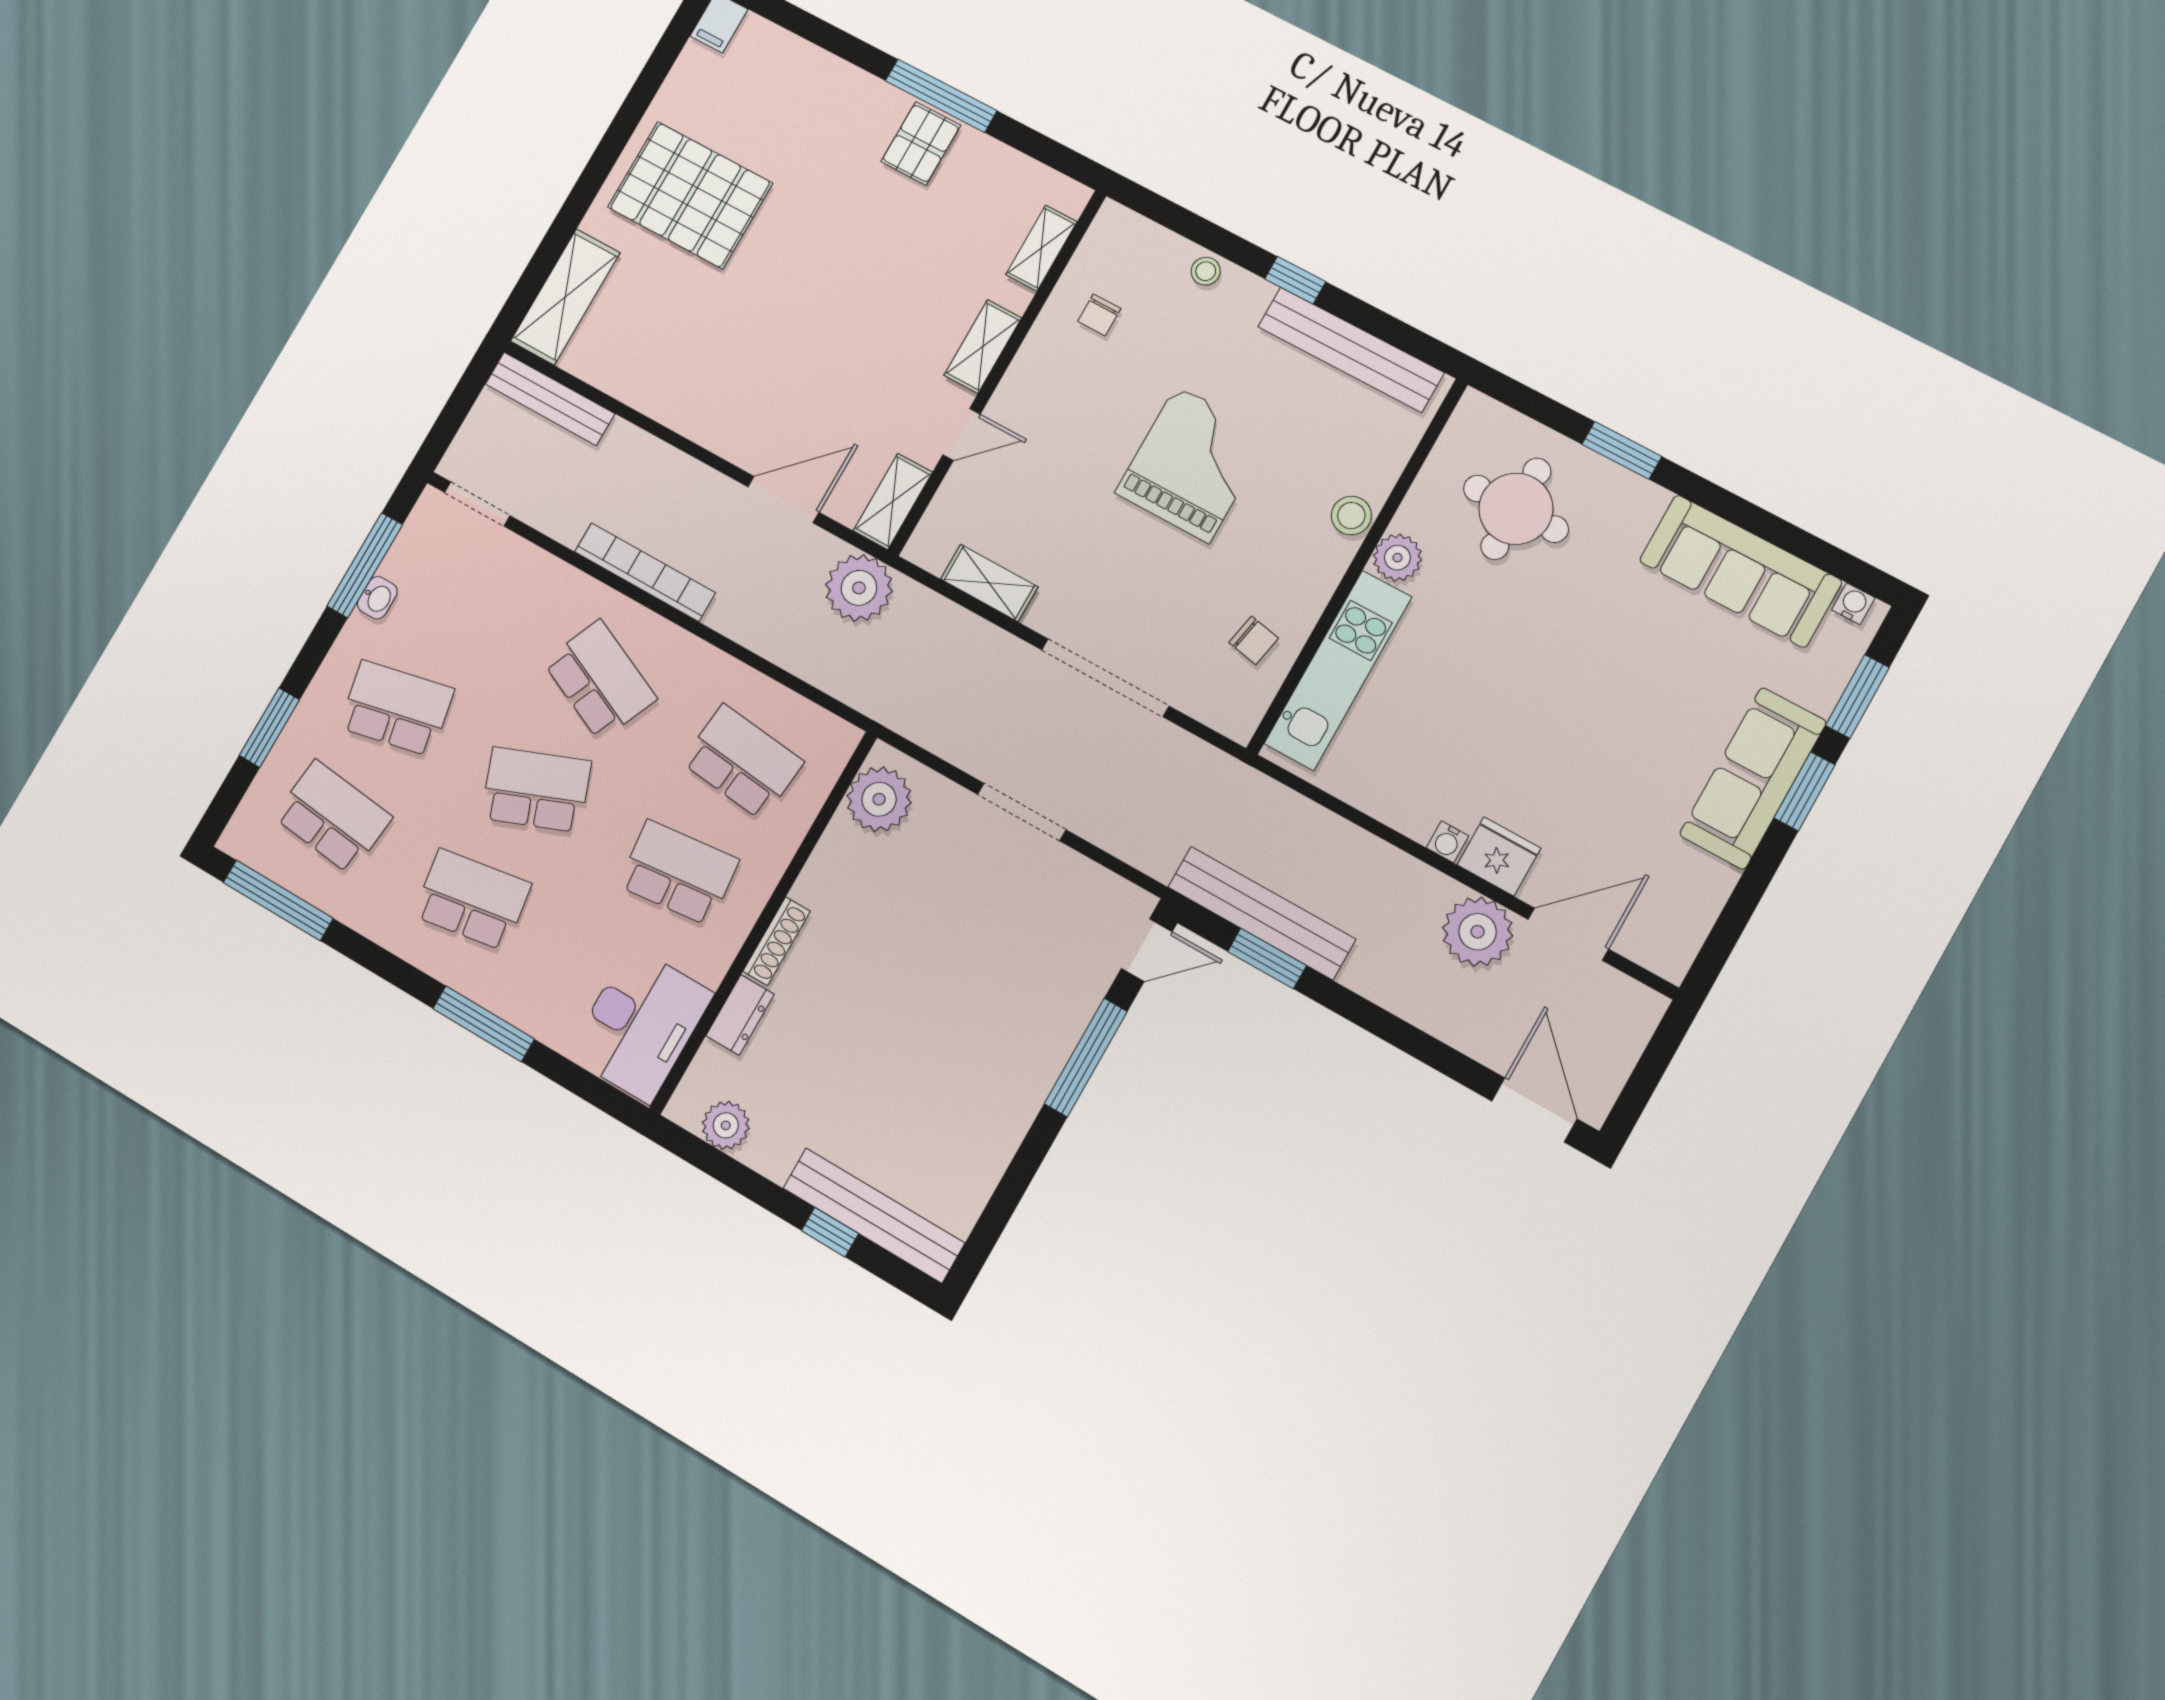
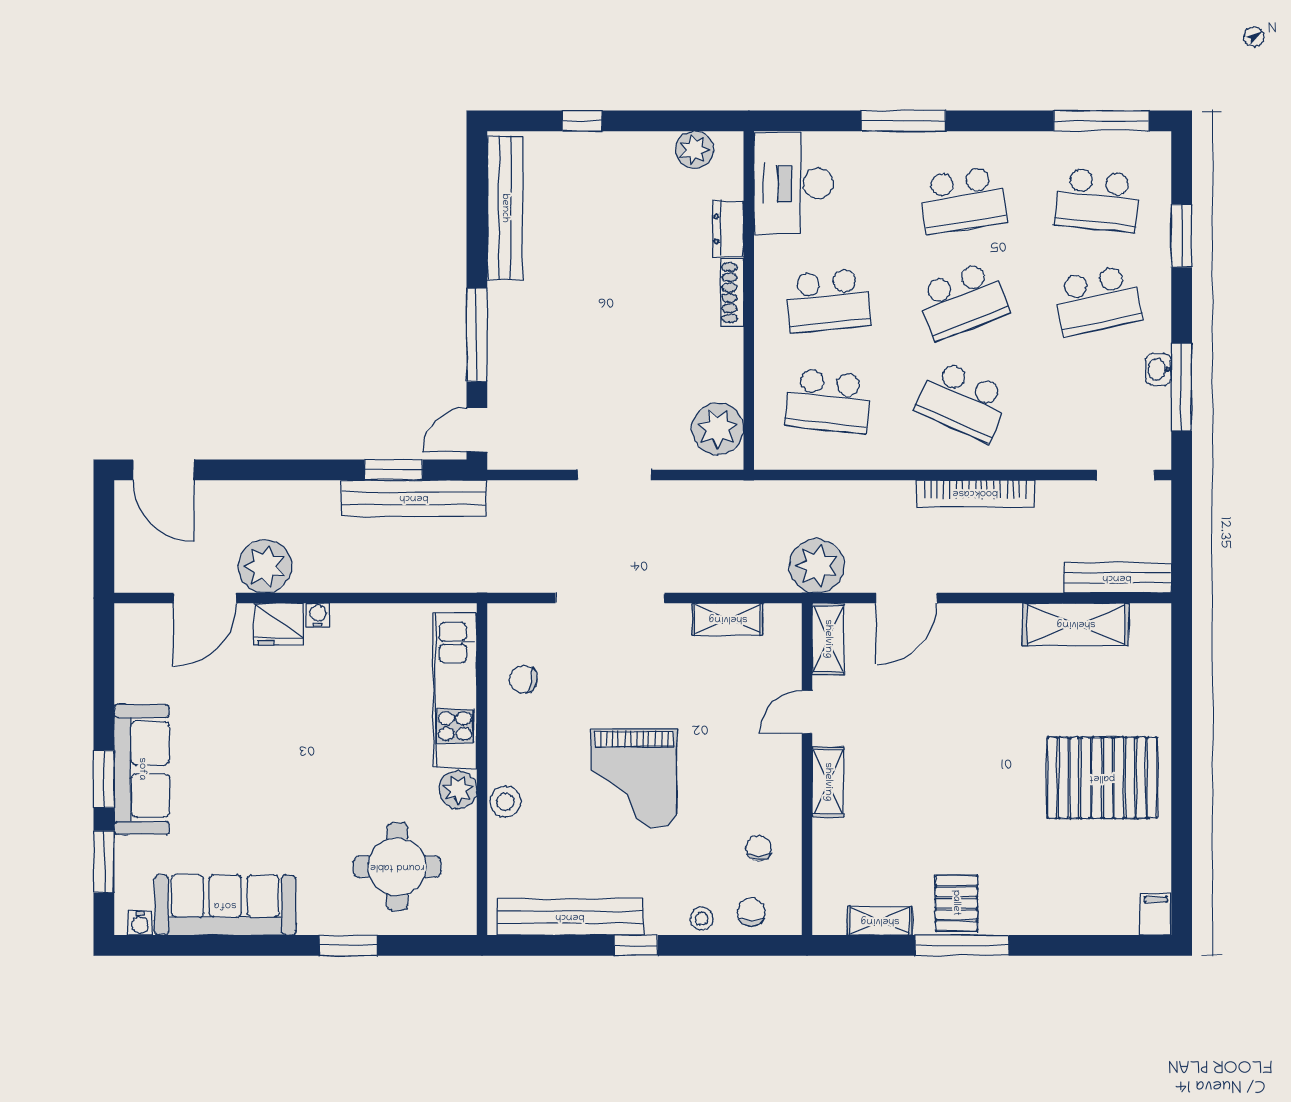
shelving: (1041, 248) -> (880, 921), moved, turned 90
chair: (1147, 250) -> (751, 912), added
shelving: (565, 297) -> (1076, 624), moved, turned 90
bench: (874, 1215) -> (505, 208), moved, turned 90

